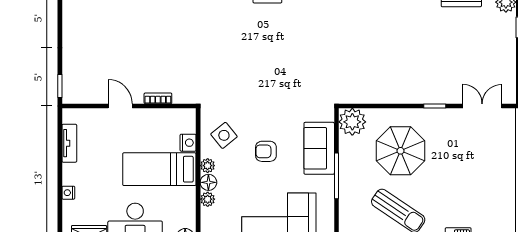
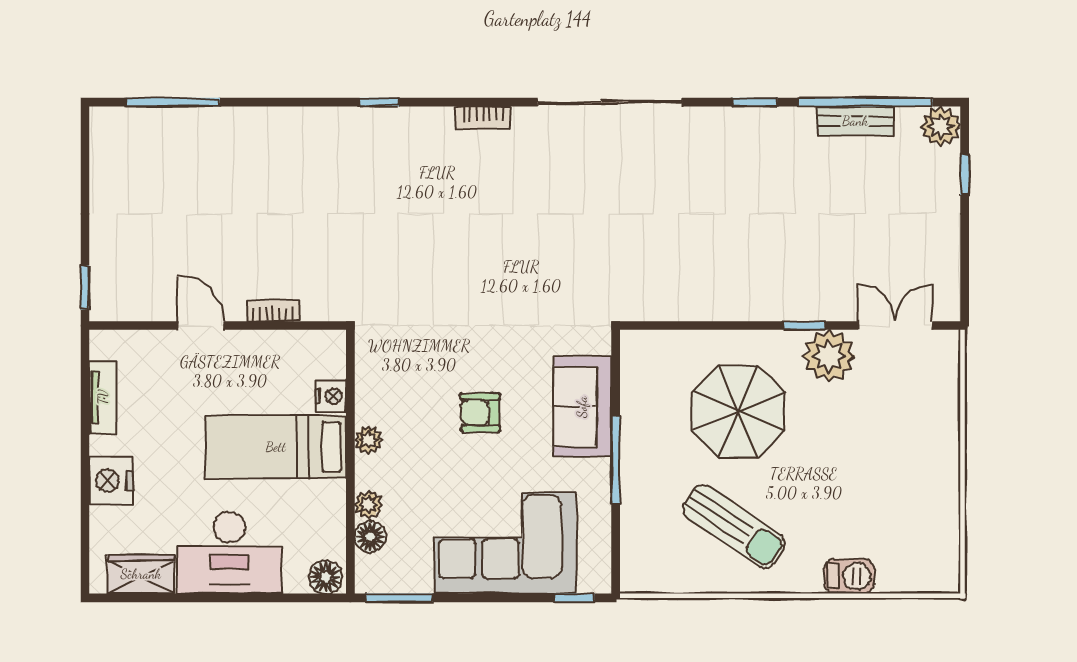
plant: (352, 122) -> (829, 356), moved
side table: (224, 135) -> (400, 382), removed
floor lamp: (208, 182) -> (370, 537), moved
nightstand: (68, 193) -> (111, 481), width x1.89, depth x1.79

